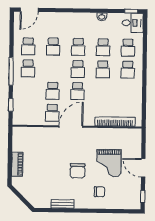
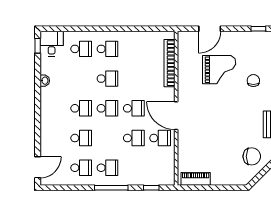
door: (29, 10) -> (38, 167), hinge flipped
school desk: (103, 47) -> (81, 79), removed
piano: (17, 164) -> (196, 179), moved
door: (143, 168) -> (210, 29), moved
chair: (78, 171) -> (252, 156), moved

